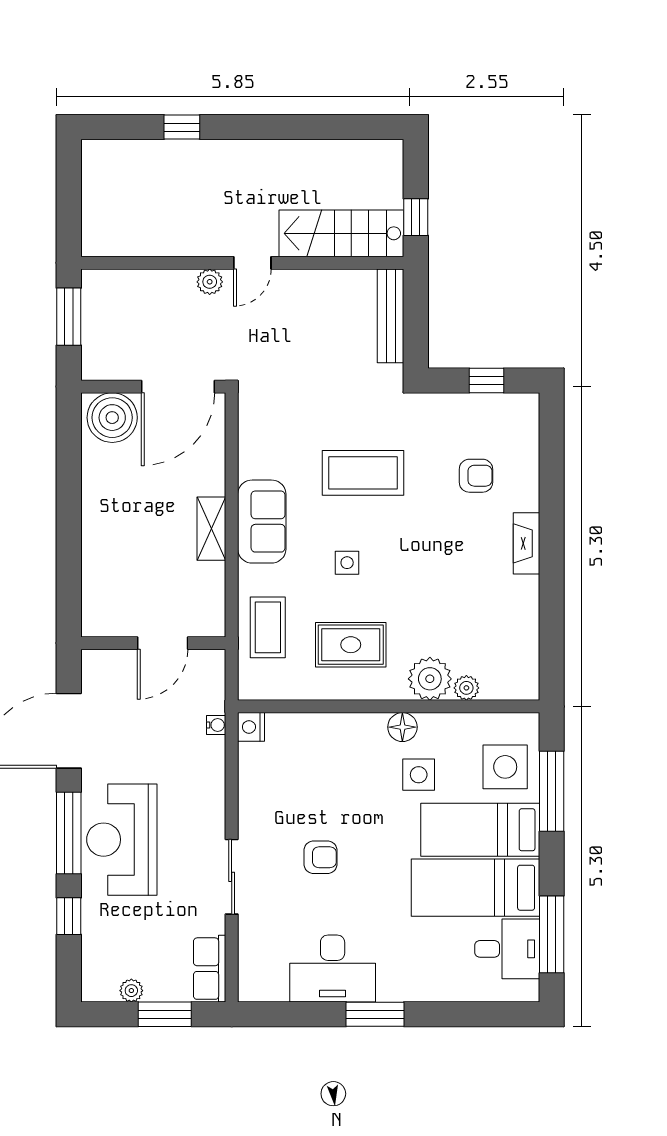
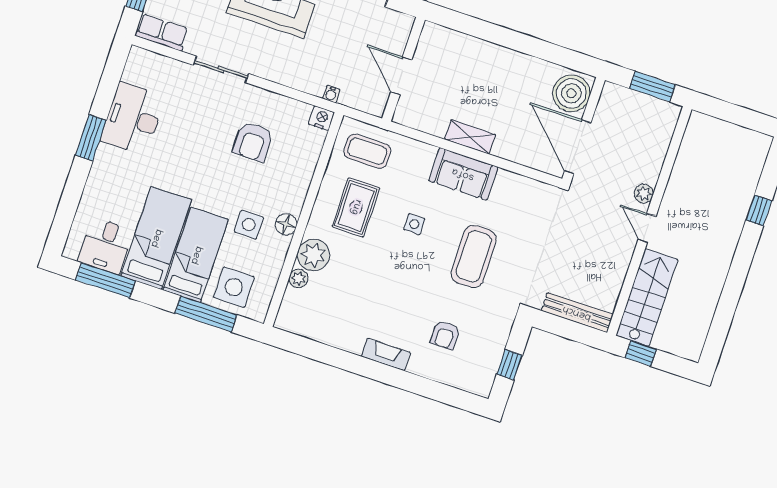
coffee table: (268, 627) -> (367, 151), moved
armchair: (320, 857) -> (253, 142), moved, width x1.38, depth x1.38

